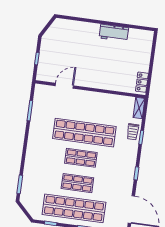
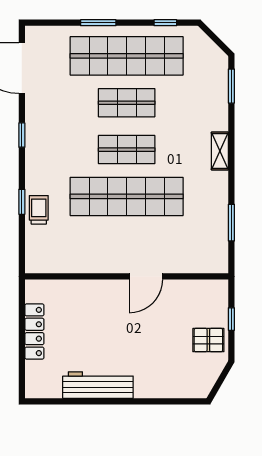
workbench: (114, 33) -> (98, 385), width x1.37
pallet: (51, 49) -> (208, 340), added
locker: (142, 82) -> (34, 331), moved, width x1.53
door: (64, 86) -> (146, 276), moved
shelving: (139, 108) -> (220, 151), moved

